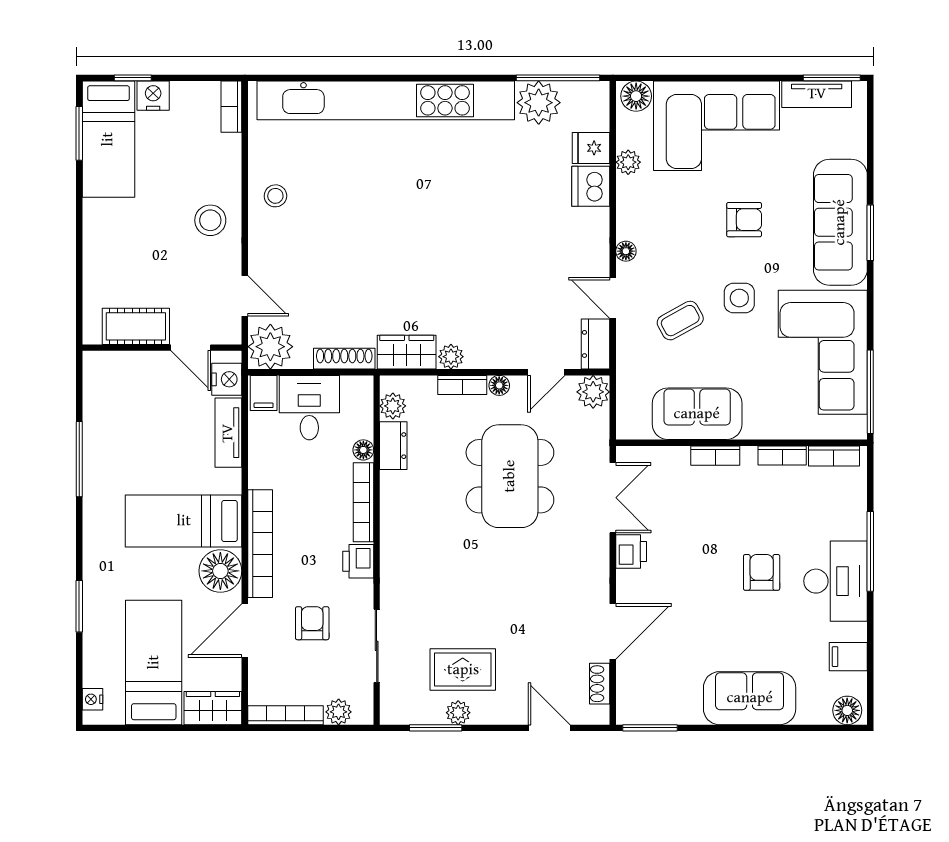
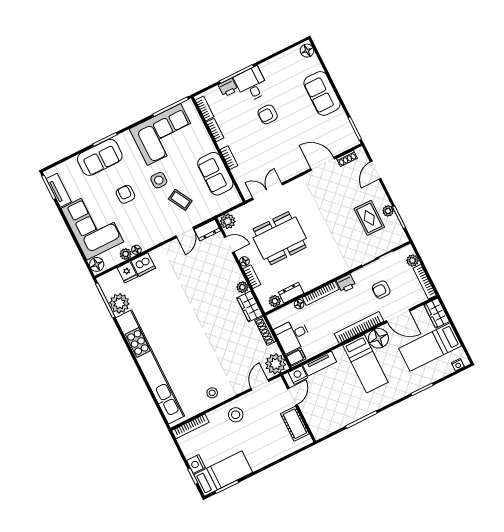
bookcase: (231, 107) -> (190, 426), width x1.56
sofa: (840, 222) -> (100, 157), width x0.73
floor lamp: (626, 251) -> (136, 250), moved
printer: (631, 552) -> (228, 88), moved, turned 180
desk: (836, 581) -> (251, 84), width x0.73
filing cabinet: (848, 657) -> (285, 61), removed

